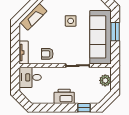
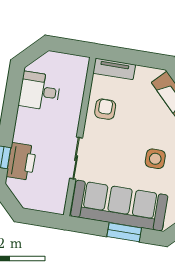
desk: (30, 77) -> (40, 91), moved, turned -90
plant: (105, 80) -> (43, 201), removed
printer: (64, 96) -> (21, 161), moved

